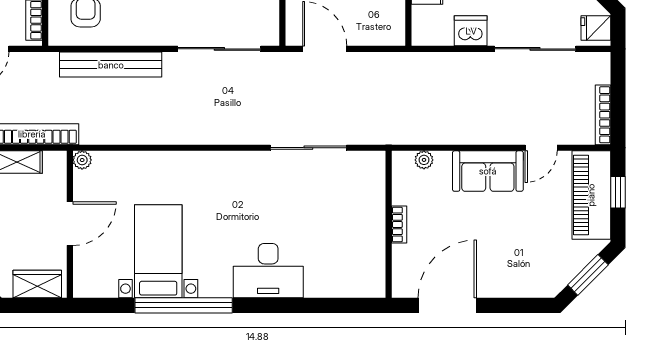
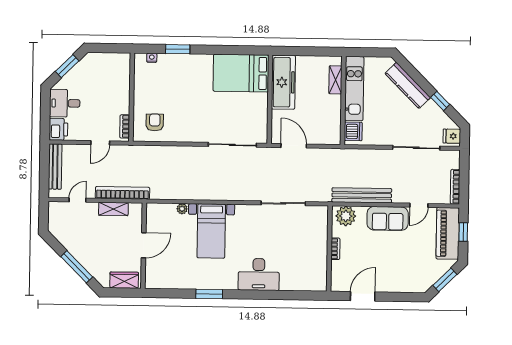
dishwasher: (471, 31) -> (353, 131), moved, turned 90
bench: (111, 65) -> (362, 195), moved
plant: (82, 160) -> (182, 209), moved
plant: (424, 160) -> (346, 216), width x1.87, depth x1.87
bed with nightstands: (158, 251) -> (211, 231), moved, turned 180
window: (184, 305) -> (209, 294), width x0.47
door: (447, 305) -> (363, 296), width x0.73

